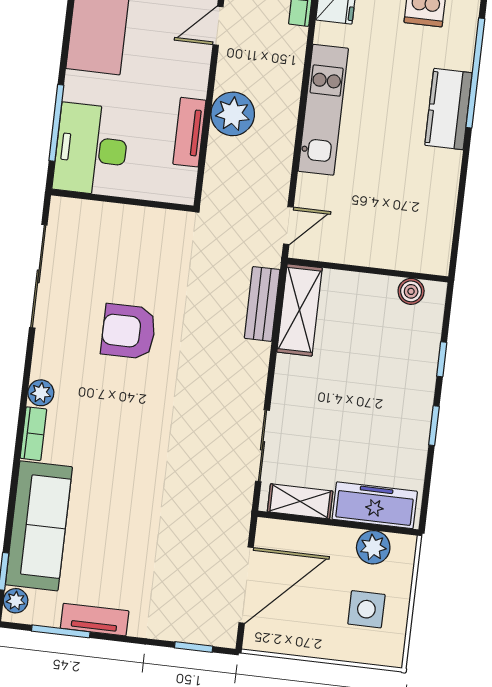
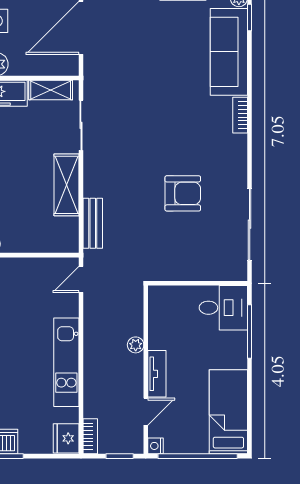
plant: (233, 114) -> (136, 345), width x0.53, depth x0.53
tv unit: (189, 132) -> (157, 374), moved
desk: (91, 149) -> (223, 308), width x0.73
shelving: (300, 310) -> (66, 185), moved
plant: (41, 393) -> (238, 144), removed

